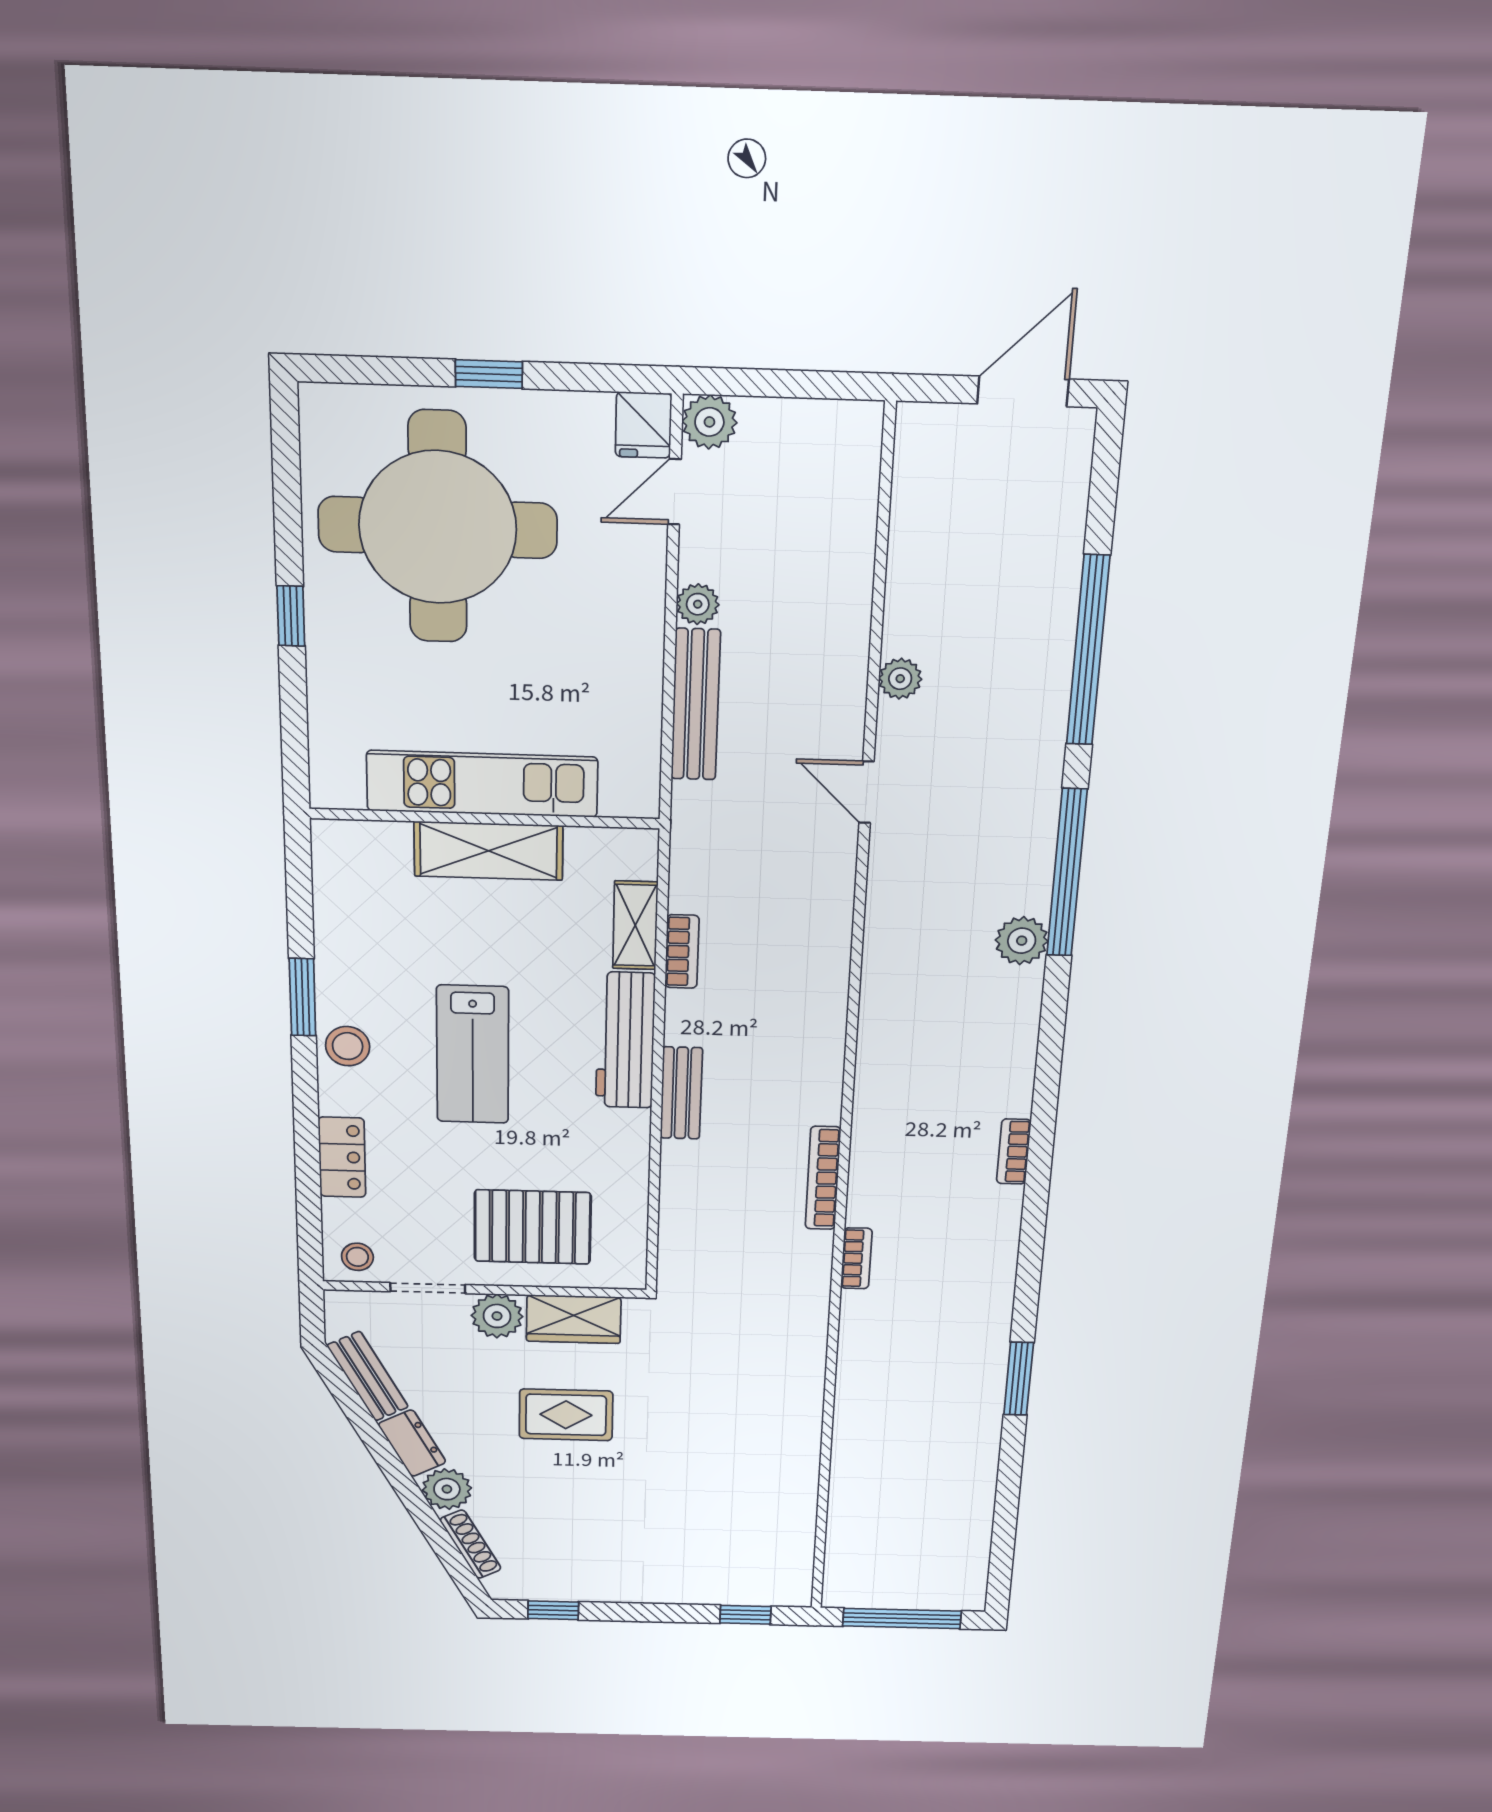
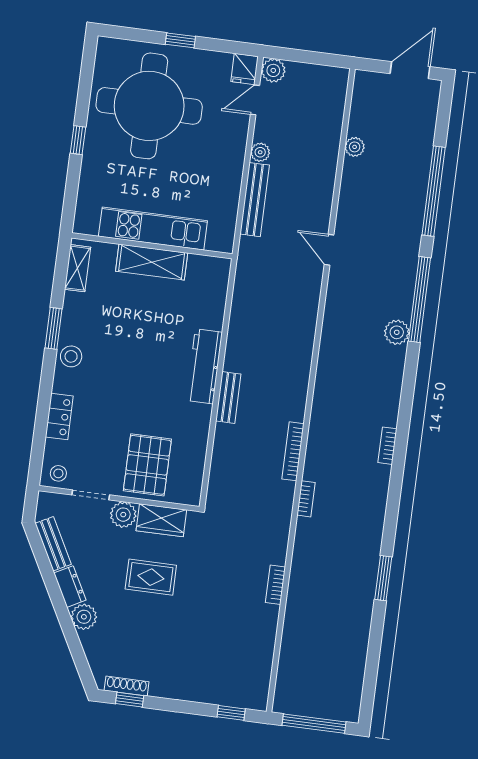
plant: (900, 679) -> (355, 147), moved
shelving: (635, 925) -> (78, 268), moved
bookcase: (682, 952) -> (275, 585), moved, turned 180
lab bench: (473, 1055) -> (130, 367), removed
pallet: (533, 1227) -> (147, 465), turned 90
shoe rack: (470, 1544) -> (127, 686), moved, turned -62

